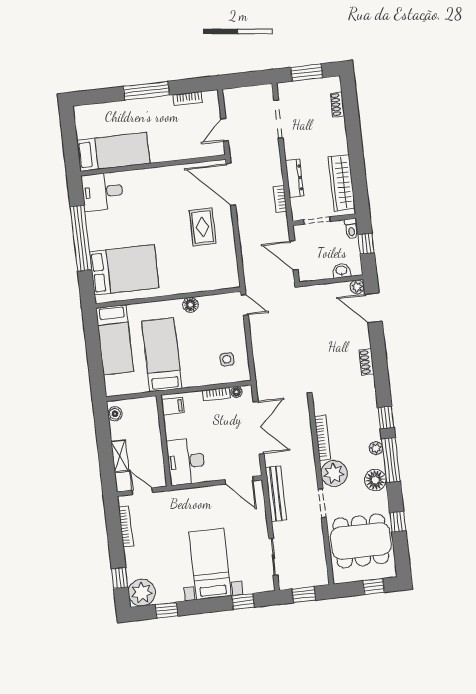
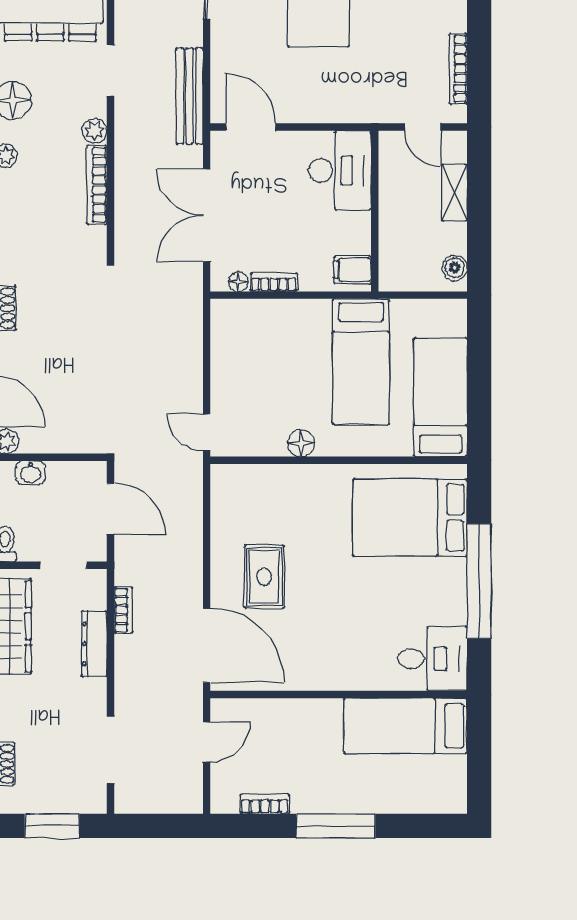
side table: (227, 359) -> (248, 341), removed
plant: (334, 473) -> (95, 131), width x0.53, depth x0.53

